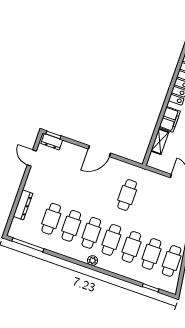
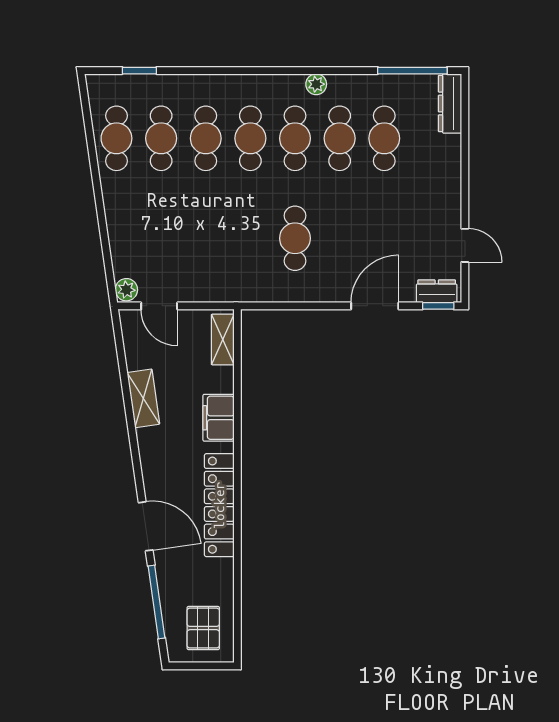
shelving: (160, 142) -> (223, 339), moved
door: (99, 151) -> (375, 306), moved
cafe table: (127, 195) -> (295, 238), moved
dresser: (23, 205) -> (450, 104), moved
plant: (93, 261) -> (316, 84), moved

